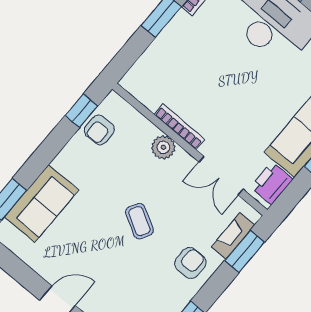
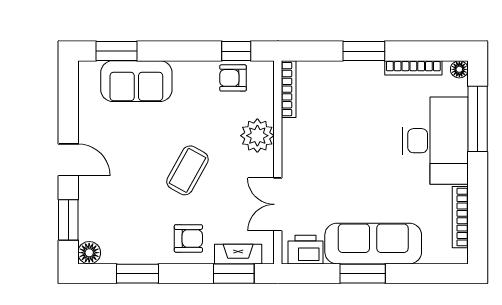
bookcase: (179, 127) -> (289, 89), moved
plant: (163, 147) -> (257, 136), width x1.36, depth x1.36
coffee table: (139, 221) -> (187, 170), width x1.36, depth x1.30

